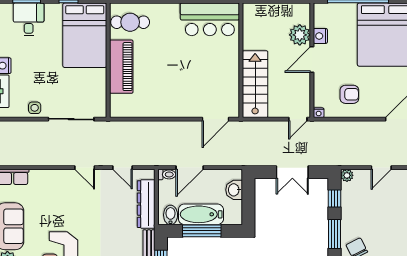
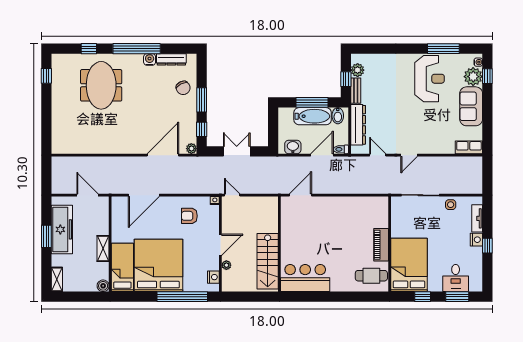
plant: (300, 35) -> (226, 265), width x0.53, depth x0.53
nightstand: (320, 36) -> (213, 277), moved
piano: (121, 67) -> (381, 245), width x0.73, depth x0.75
stairs: (255, 84) -> (268, 261), moved
door: (298, 119) -> (232, 195), hinge flipped
door: (85, 168) -> (409, 155), swing flipped
door: (381, 168) -> (163, 155), width x1.88
washbasin: (234, 190) -> (293, 147), moved, turned -90

